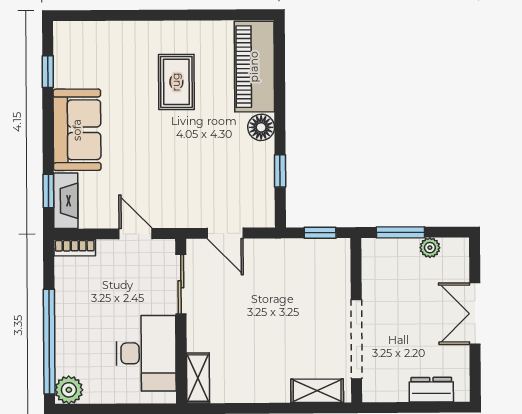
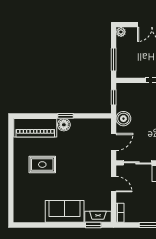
window: (48, 72) -> (37, 225), removed
window: (280, 171) -> (65, 116), moved
door: (135, 234) -> (114, 184), swing flipped
plant: (430, 248) -> (121, 32), moved
boiler: (275, 254) -> (123, 119), added

